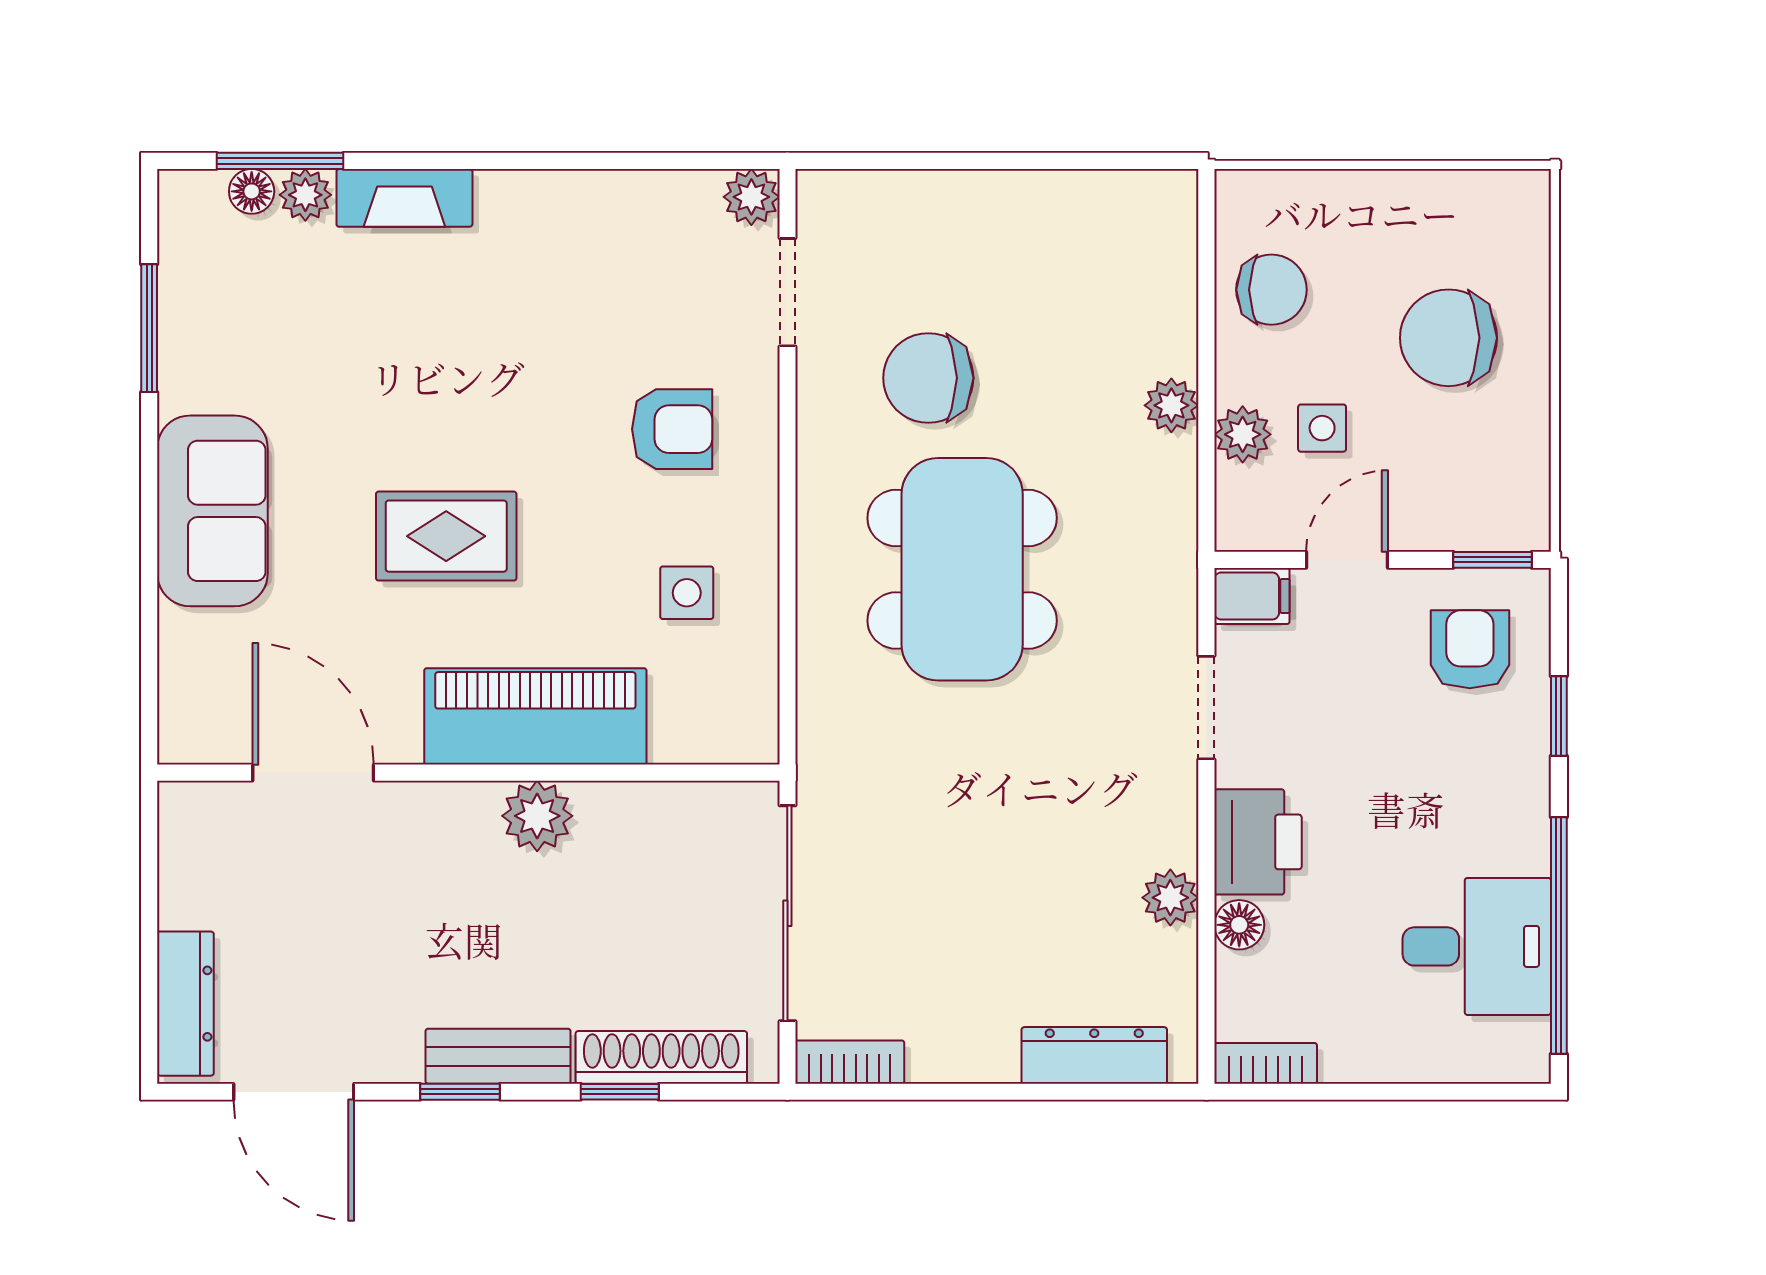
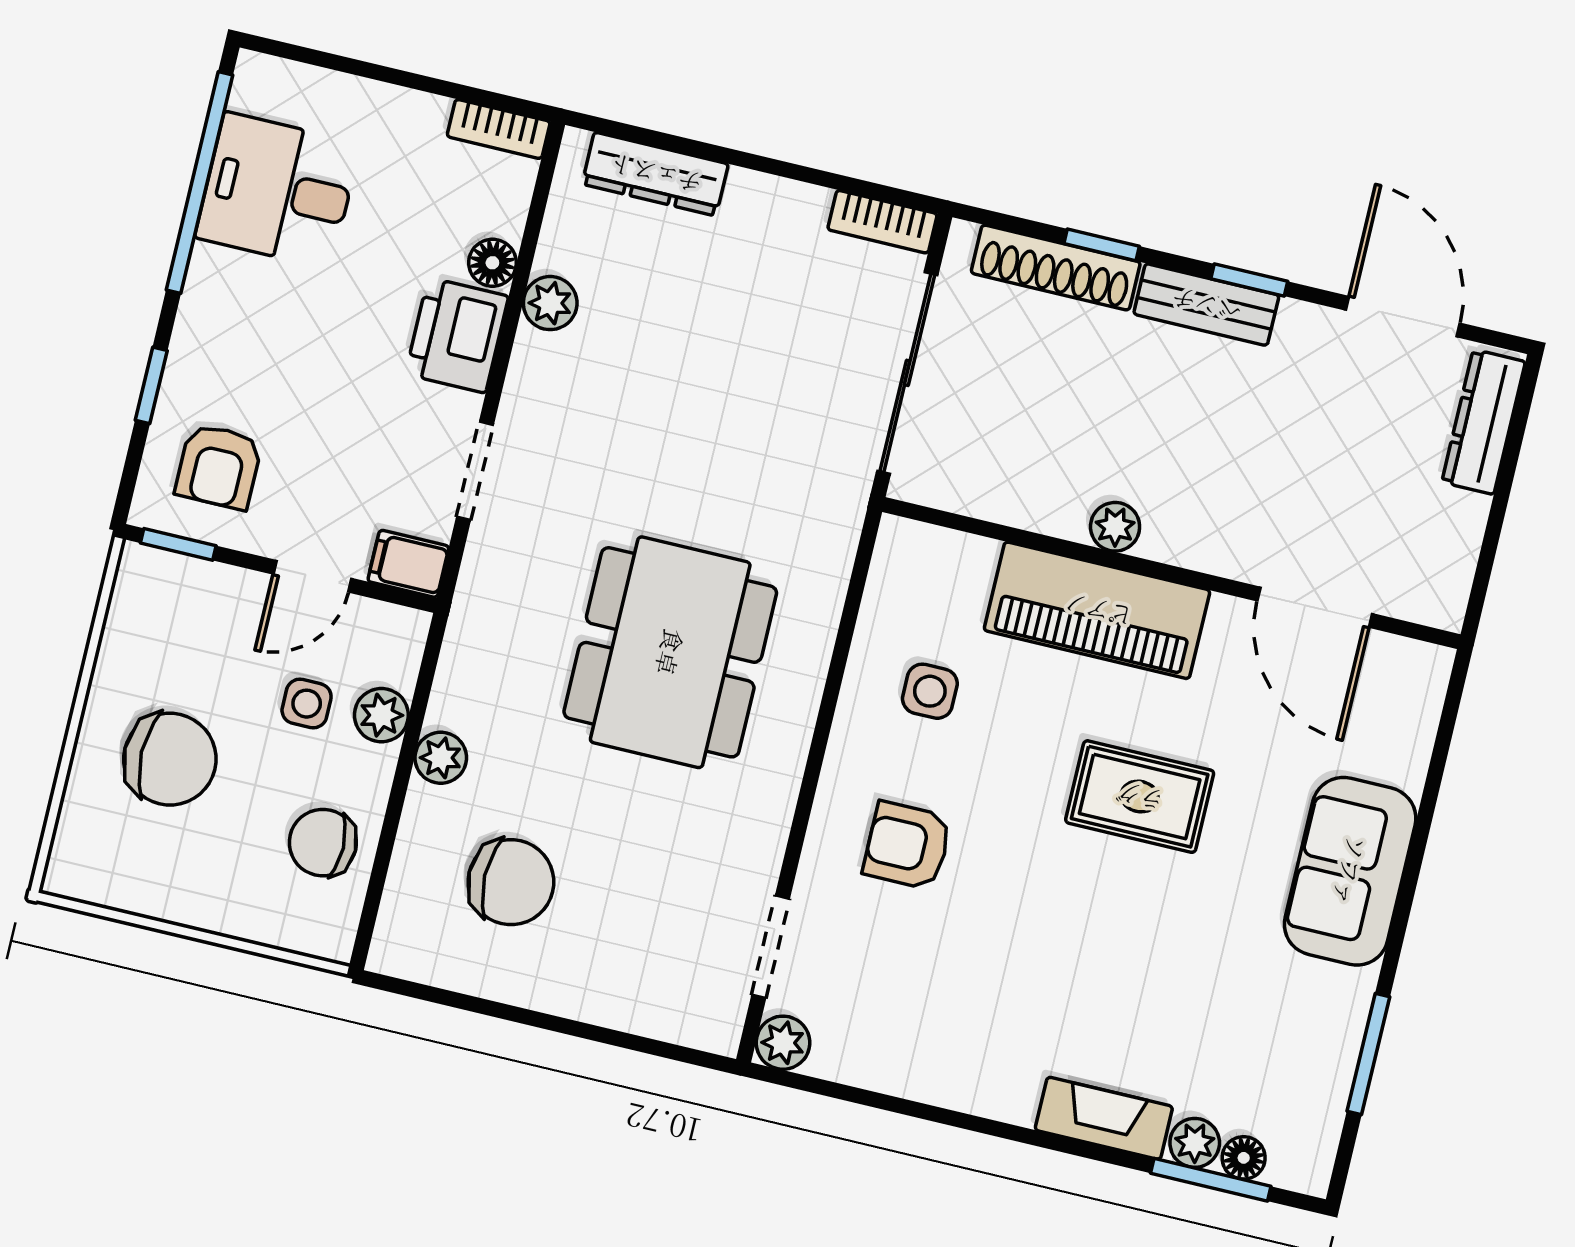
chair: (928, 378) -> (511, 882), moved
plant: (537, 816) -> (1115, 527), width x0.73, depth x0.73

